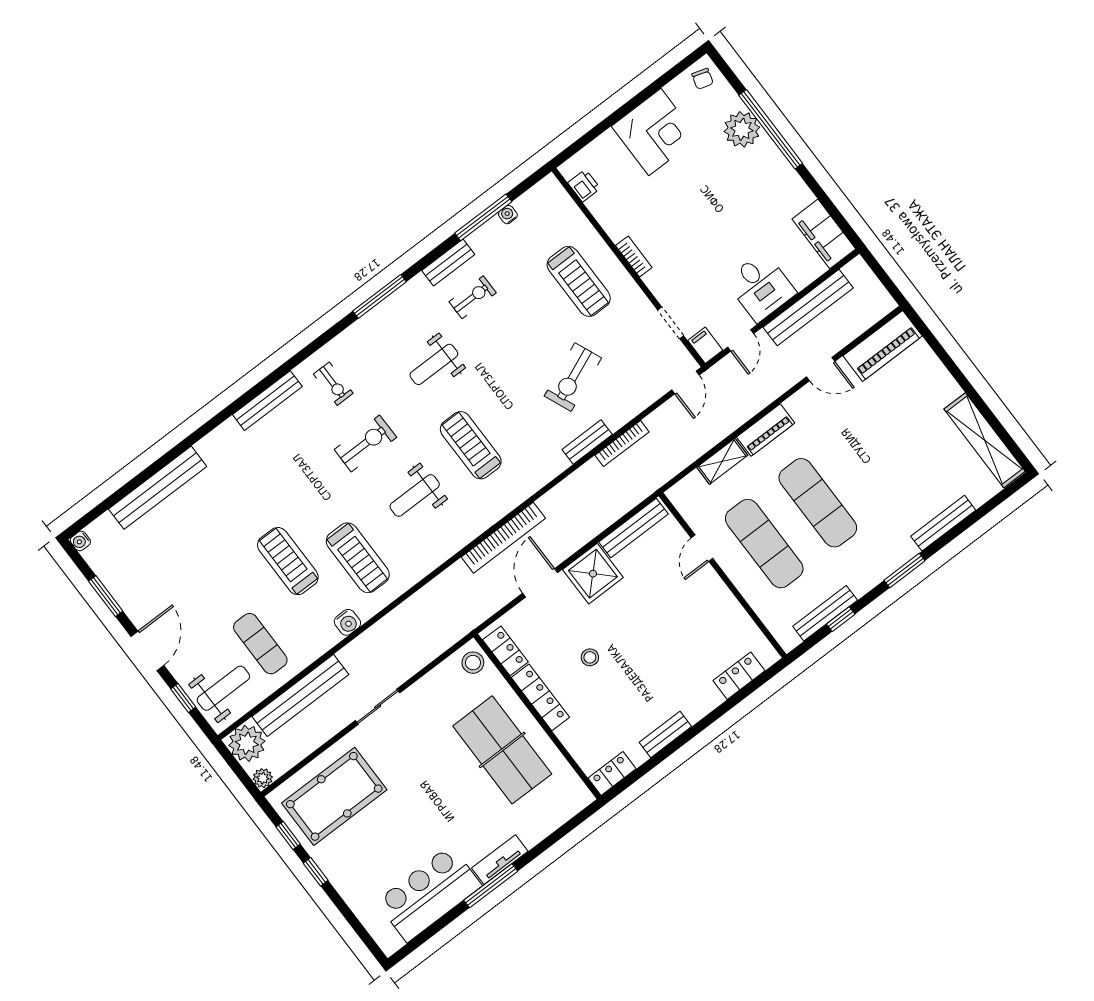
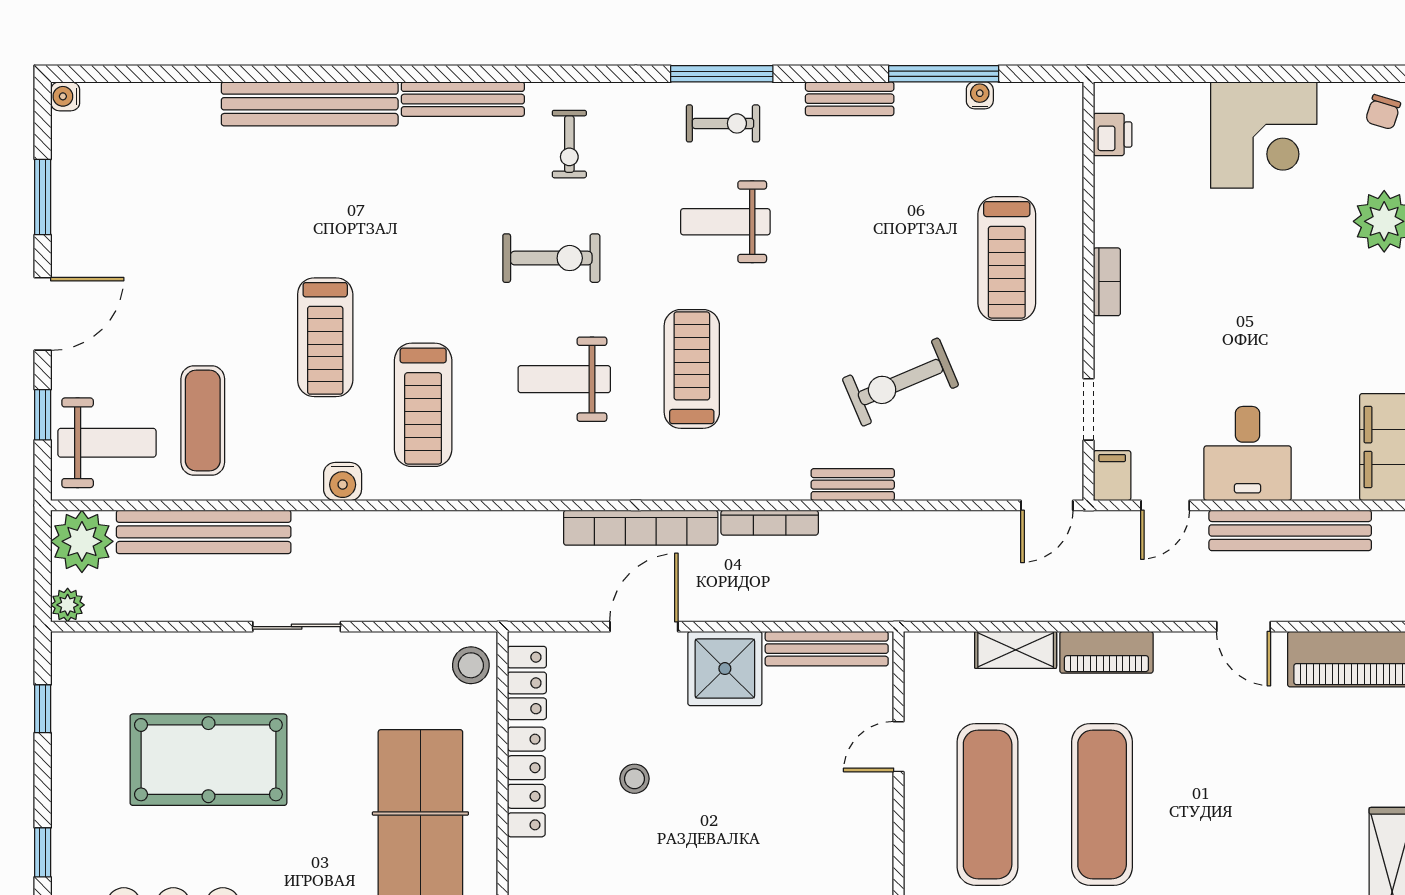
exercise bike: (473, 297) -> (723, 123), moved
bookcase: (622, 444) -> (770, 523), moved
bench: (158, 488) -> (310, 104), moved
treadmill: (288, 561) -> (325, 337), turned 180
pool table: (334, 796) -> (208, 760), moved
window: (316, 872) -> (43, 852), moved

